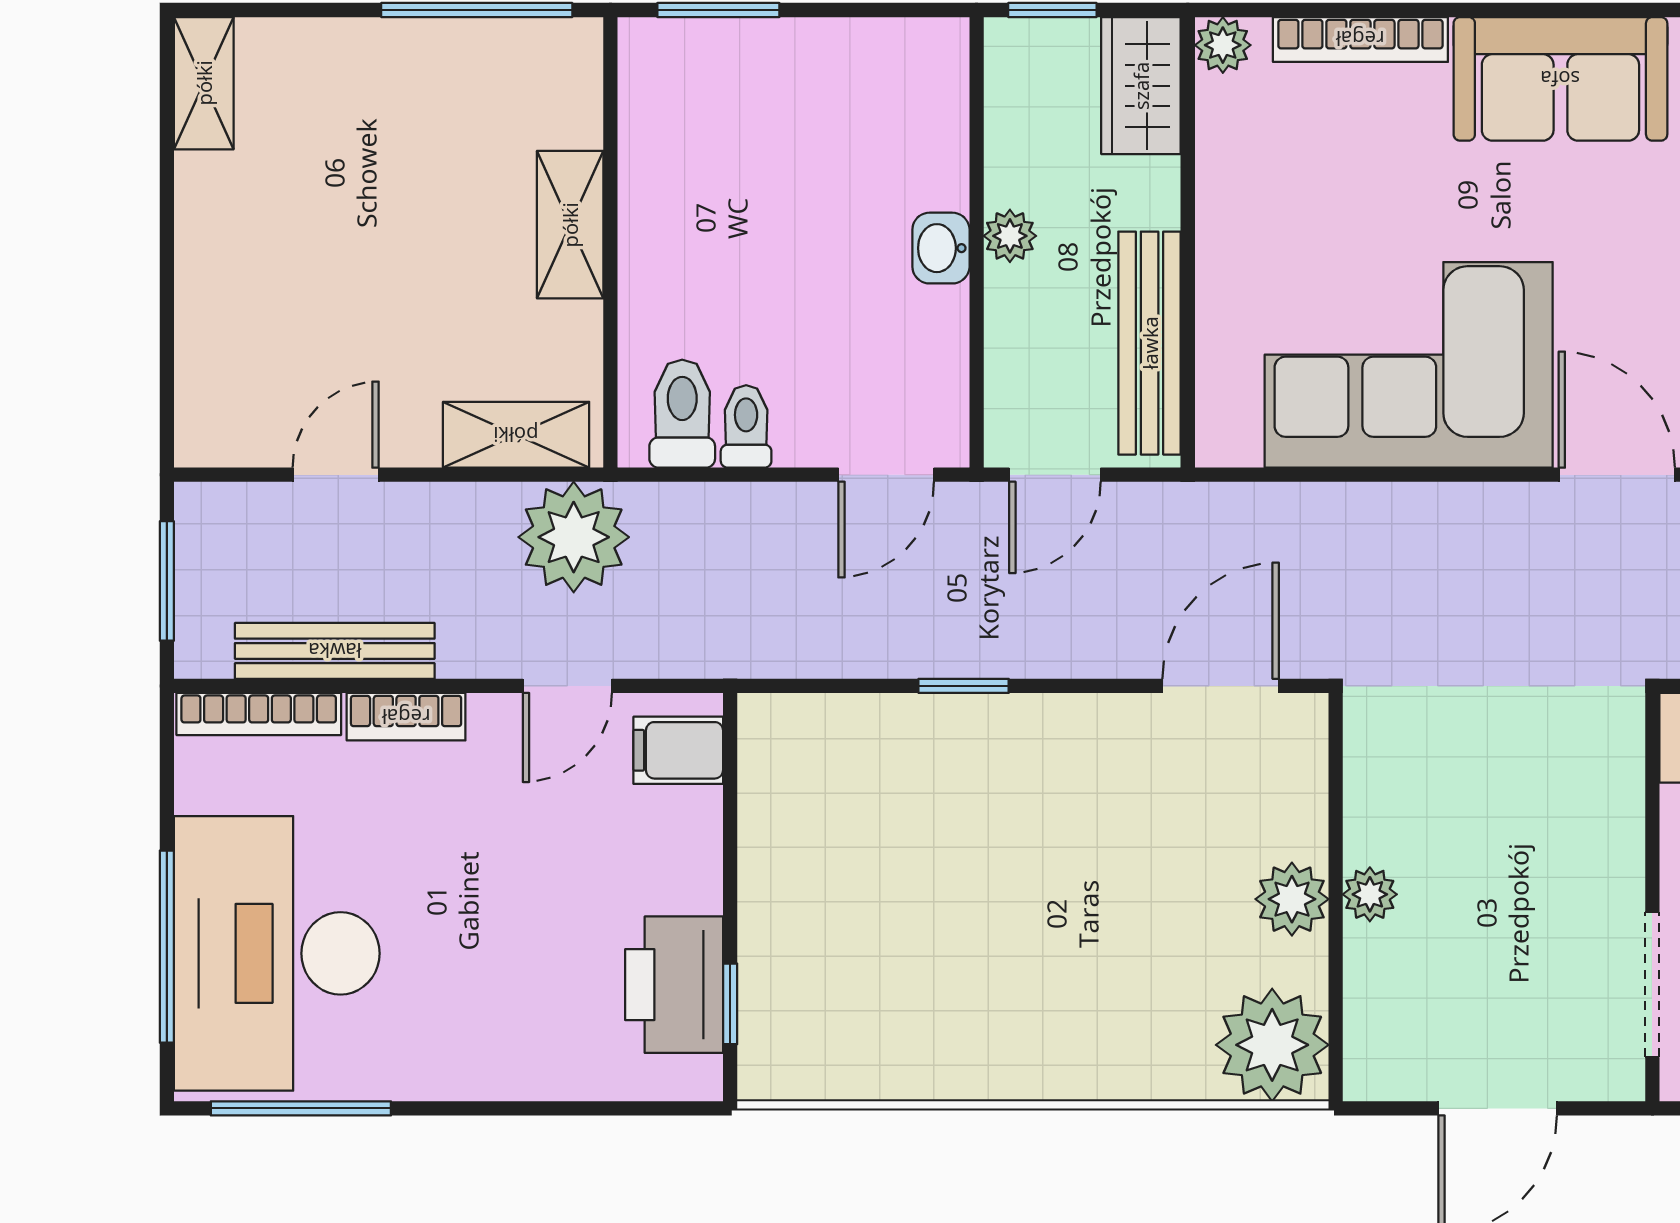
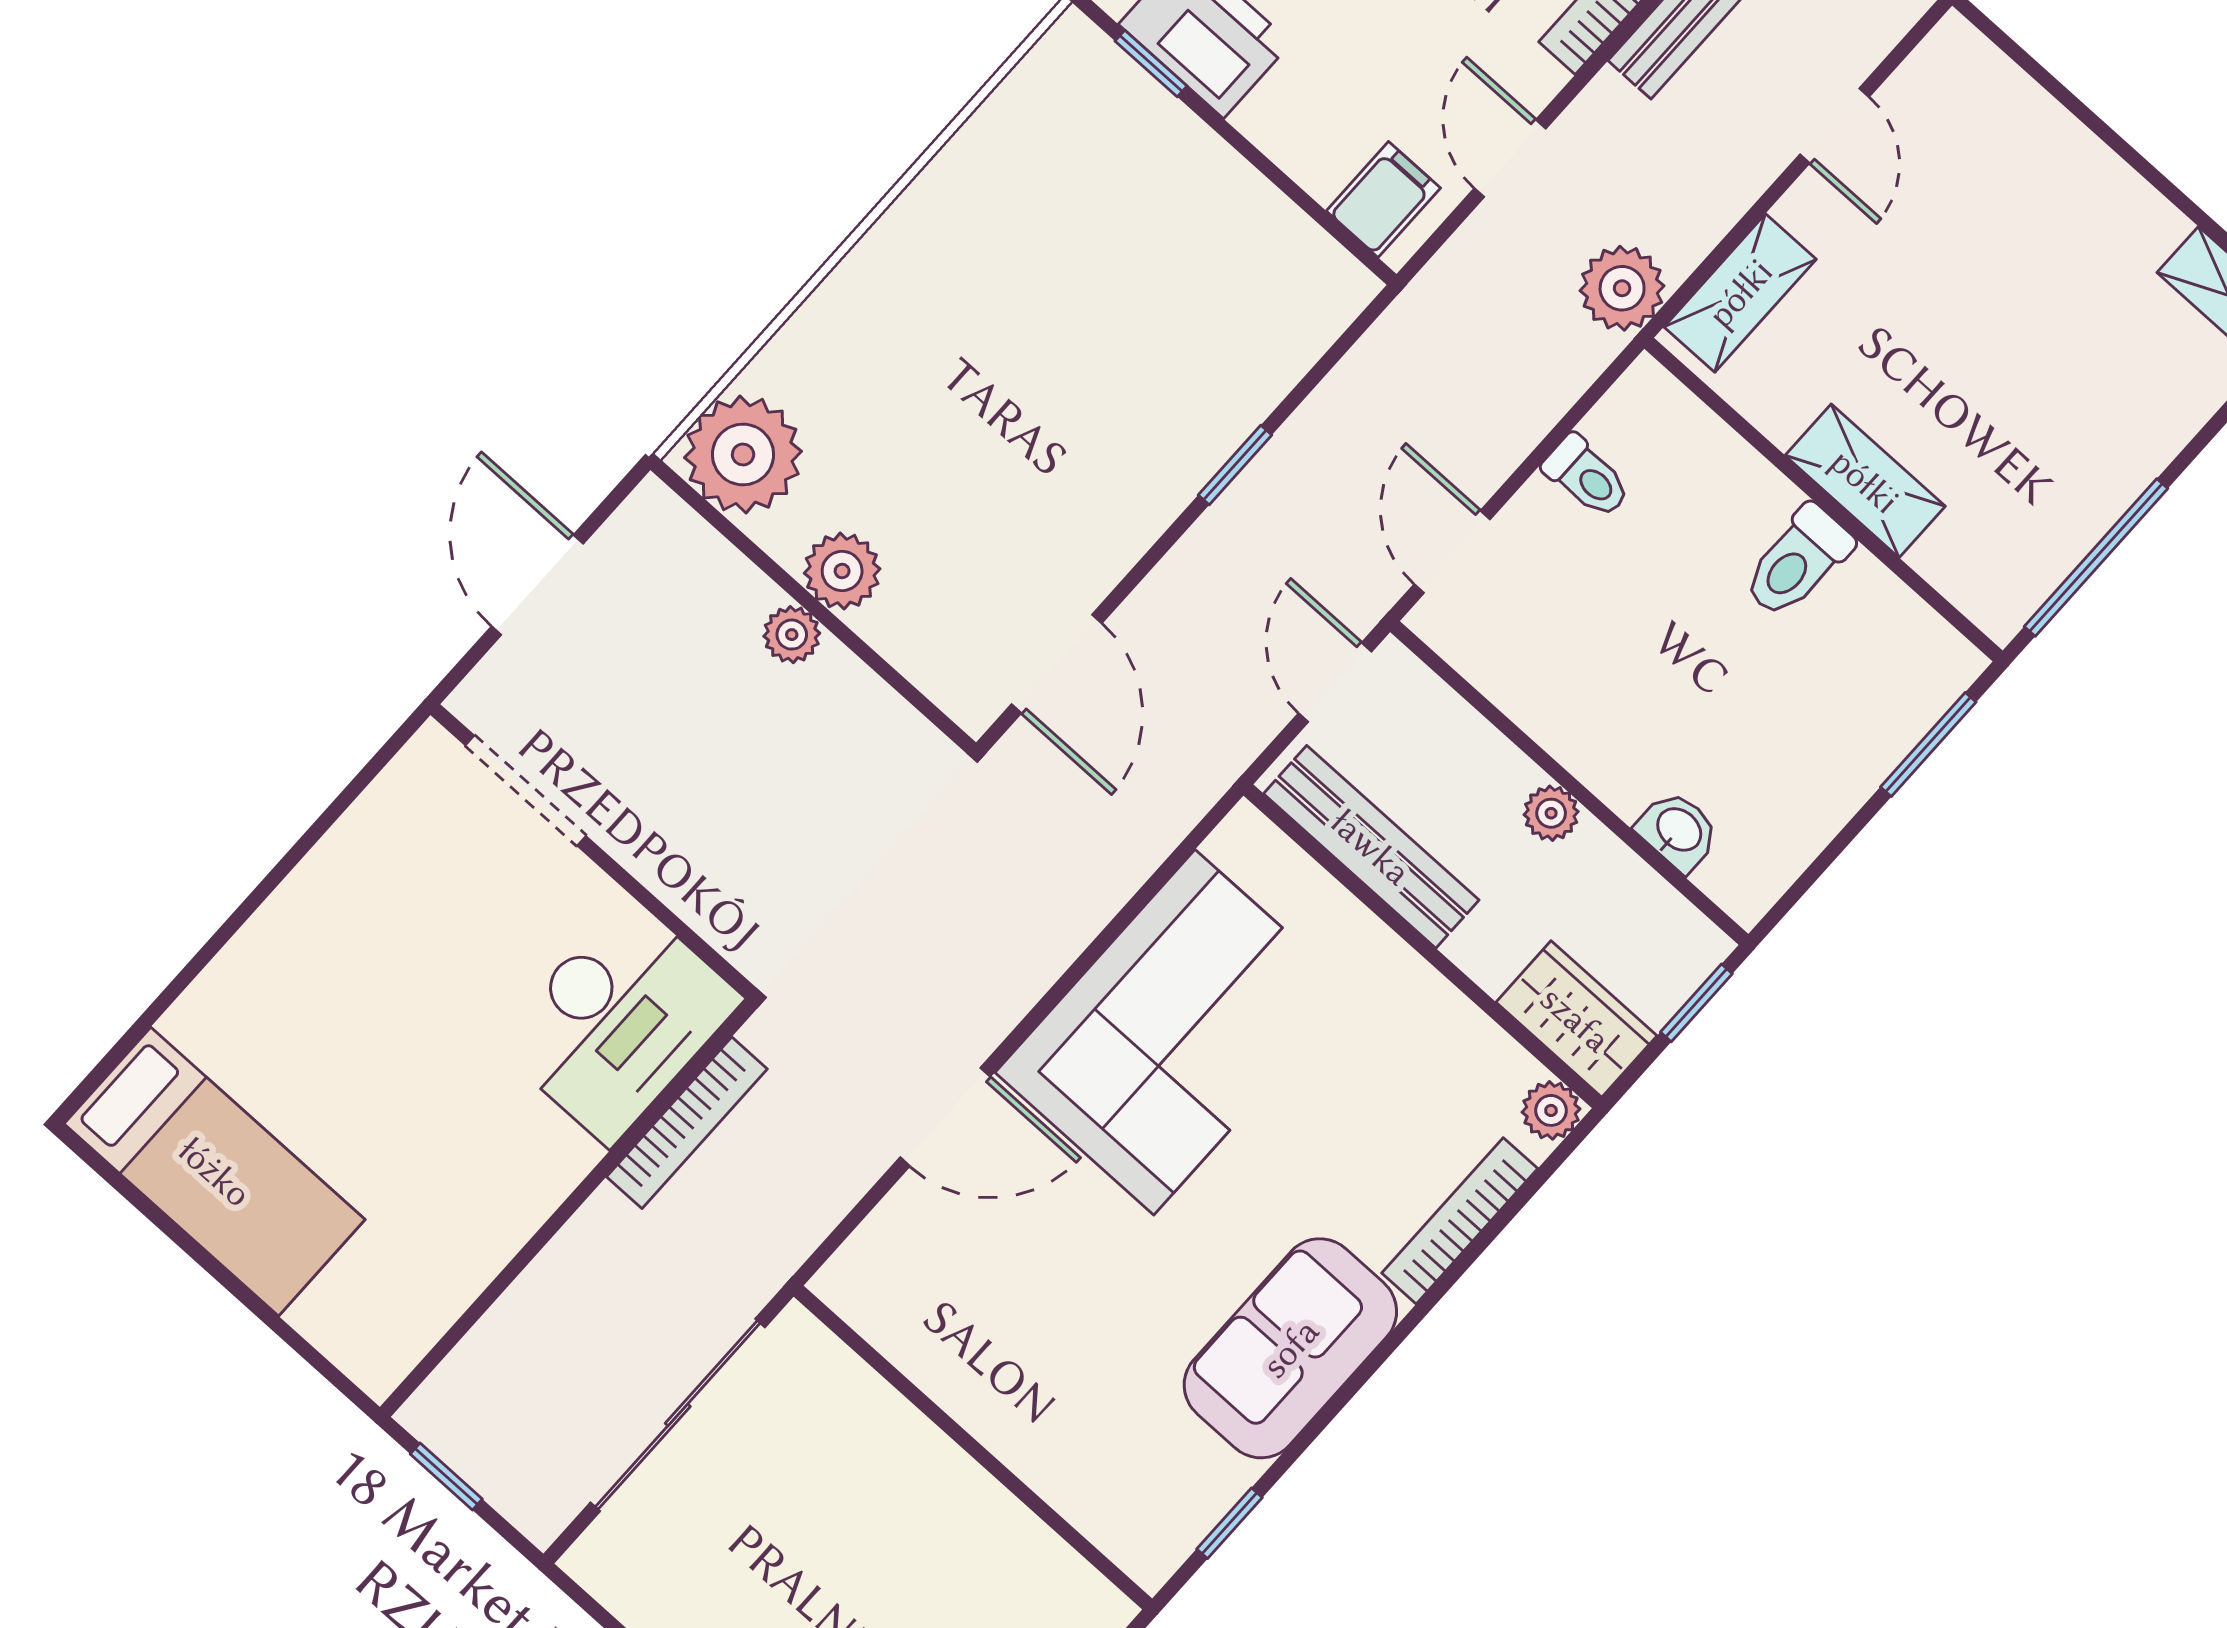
washbasin: (941, 248) -> (1678, 831), moved
toilet: (682, 414) -> (1797, 562), moved, turned 90
plant: (574, 537) -> (1622, 288), width x0.73, depth x0.73

